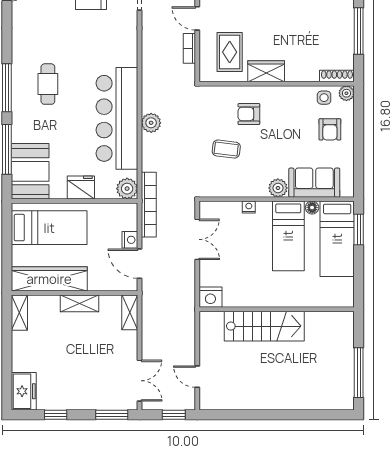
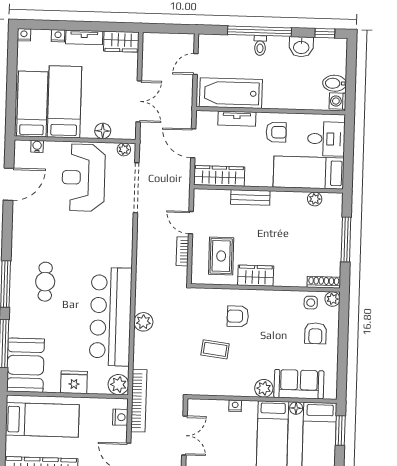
nightstand: (130, 240) -> (120, 417), moved

